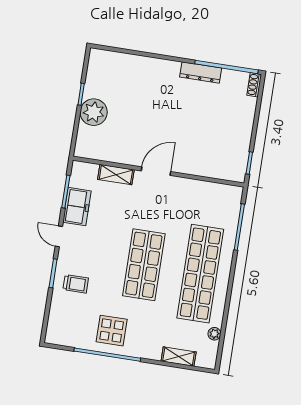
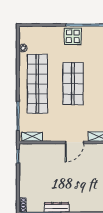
display table: (112, 331) -> (73, 36), moved
shelving: (179, 357) -> (32, 137), moved

